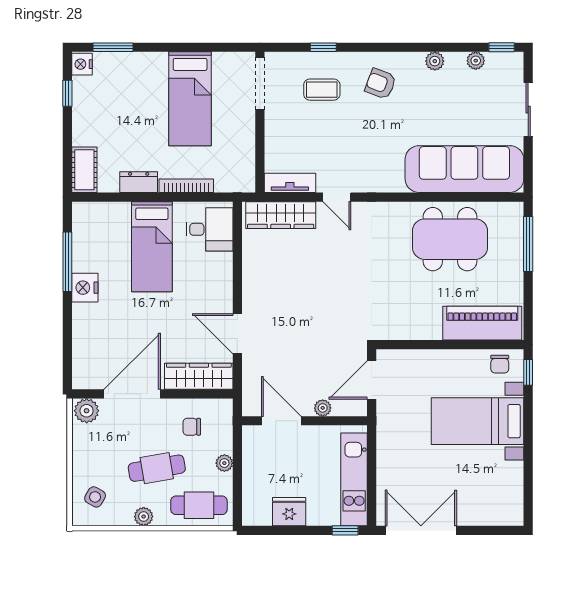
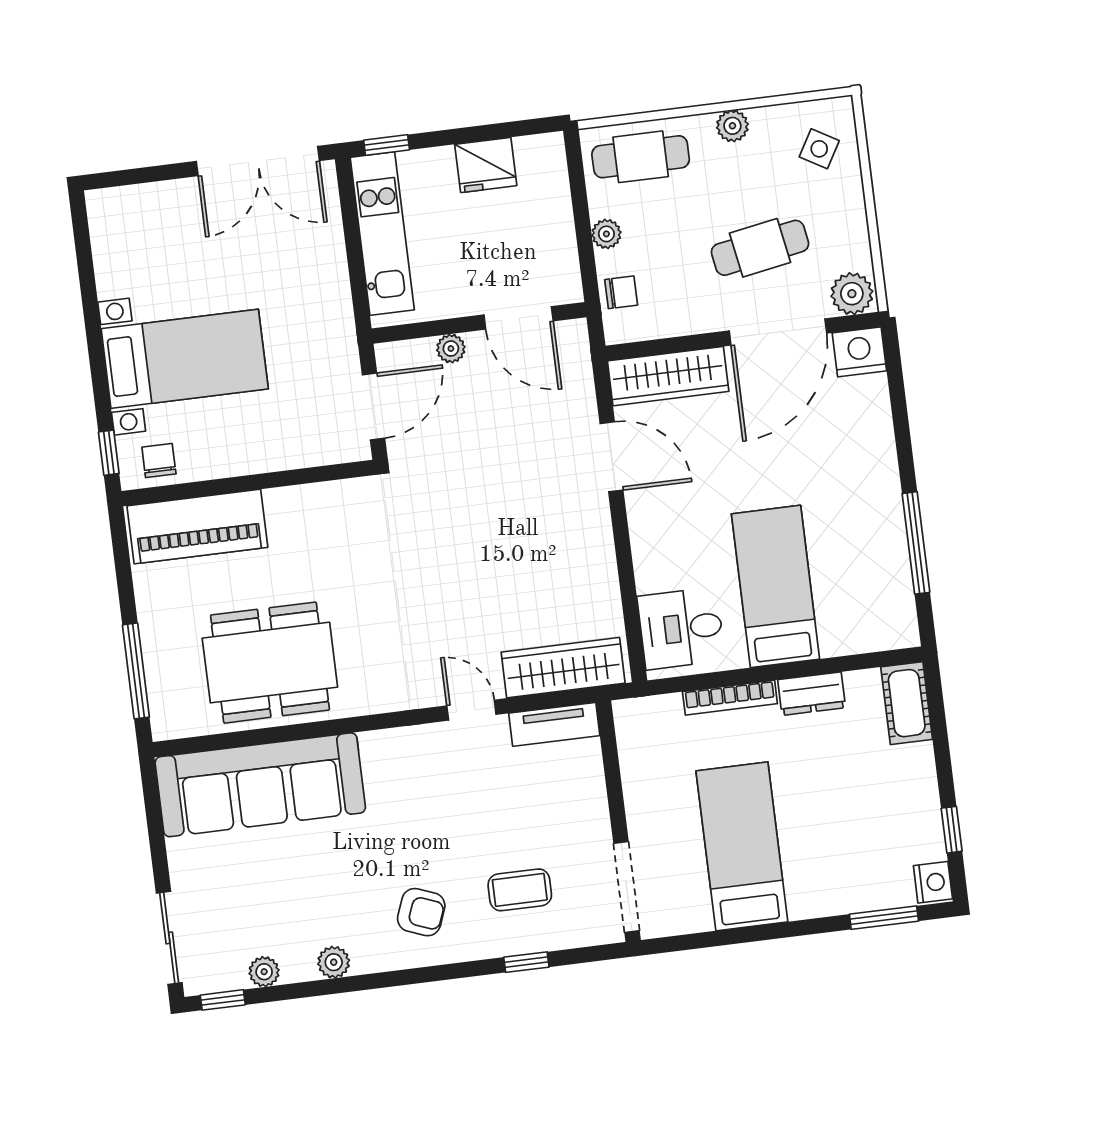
sliding door: (528, 110) -> (169, 938), moved
nightstand: (85, 288) -> (859, 352), moved, turned -90
chair: (192, 427) -> (621, 292), moved
cafe table: (157, 468) -> (760, 248), moved

